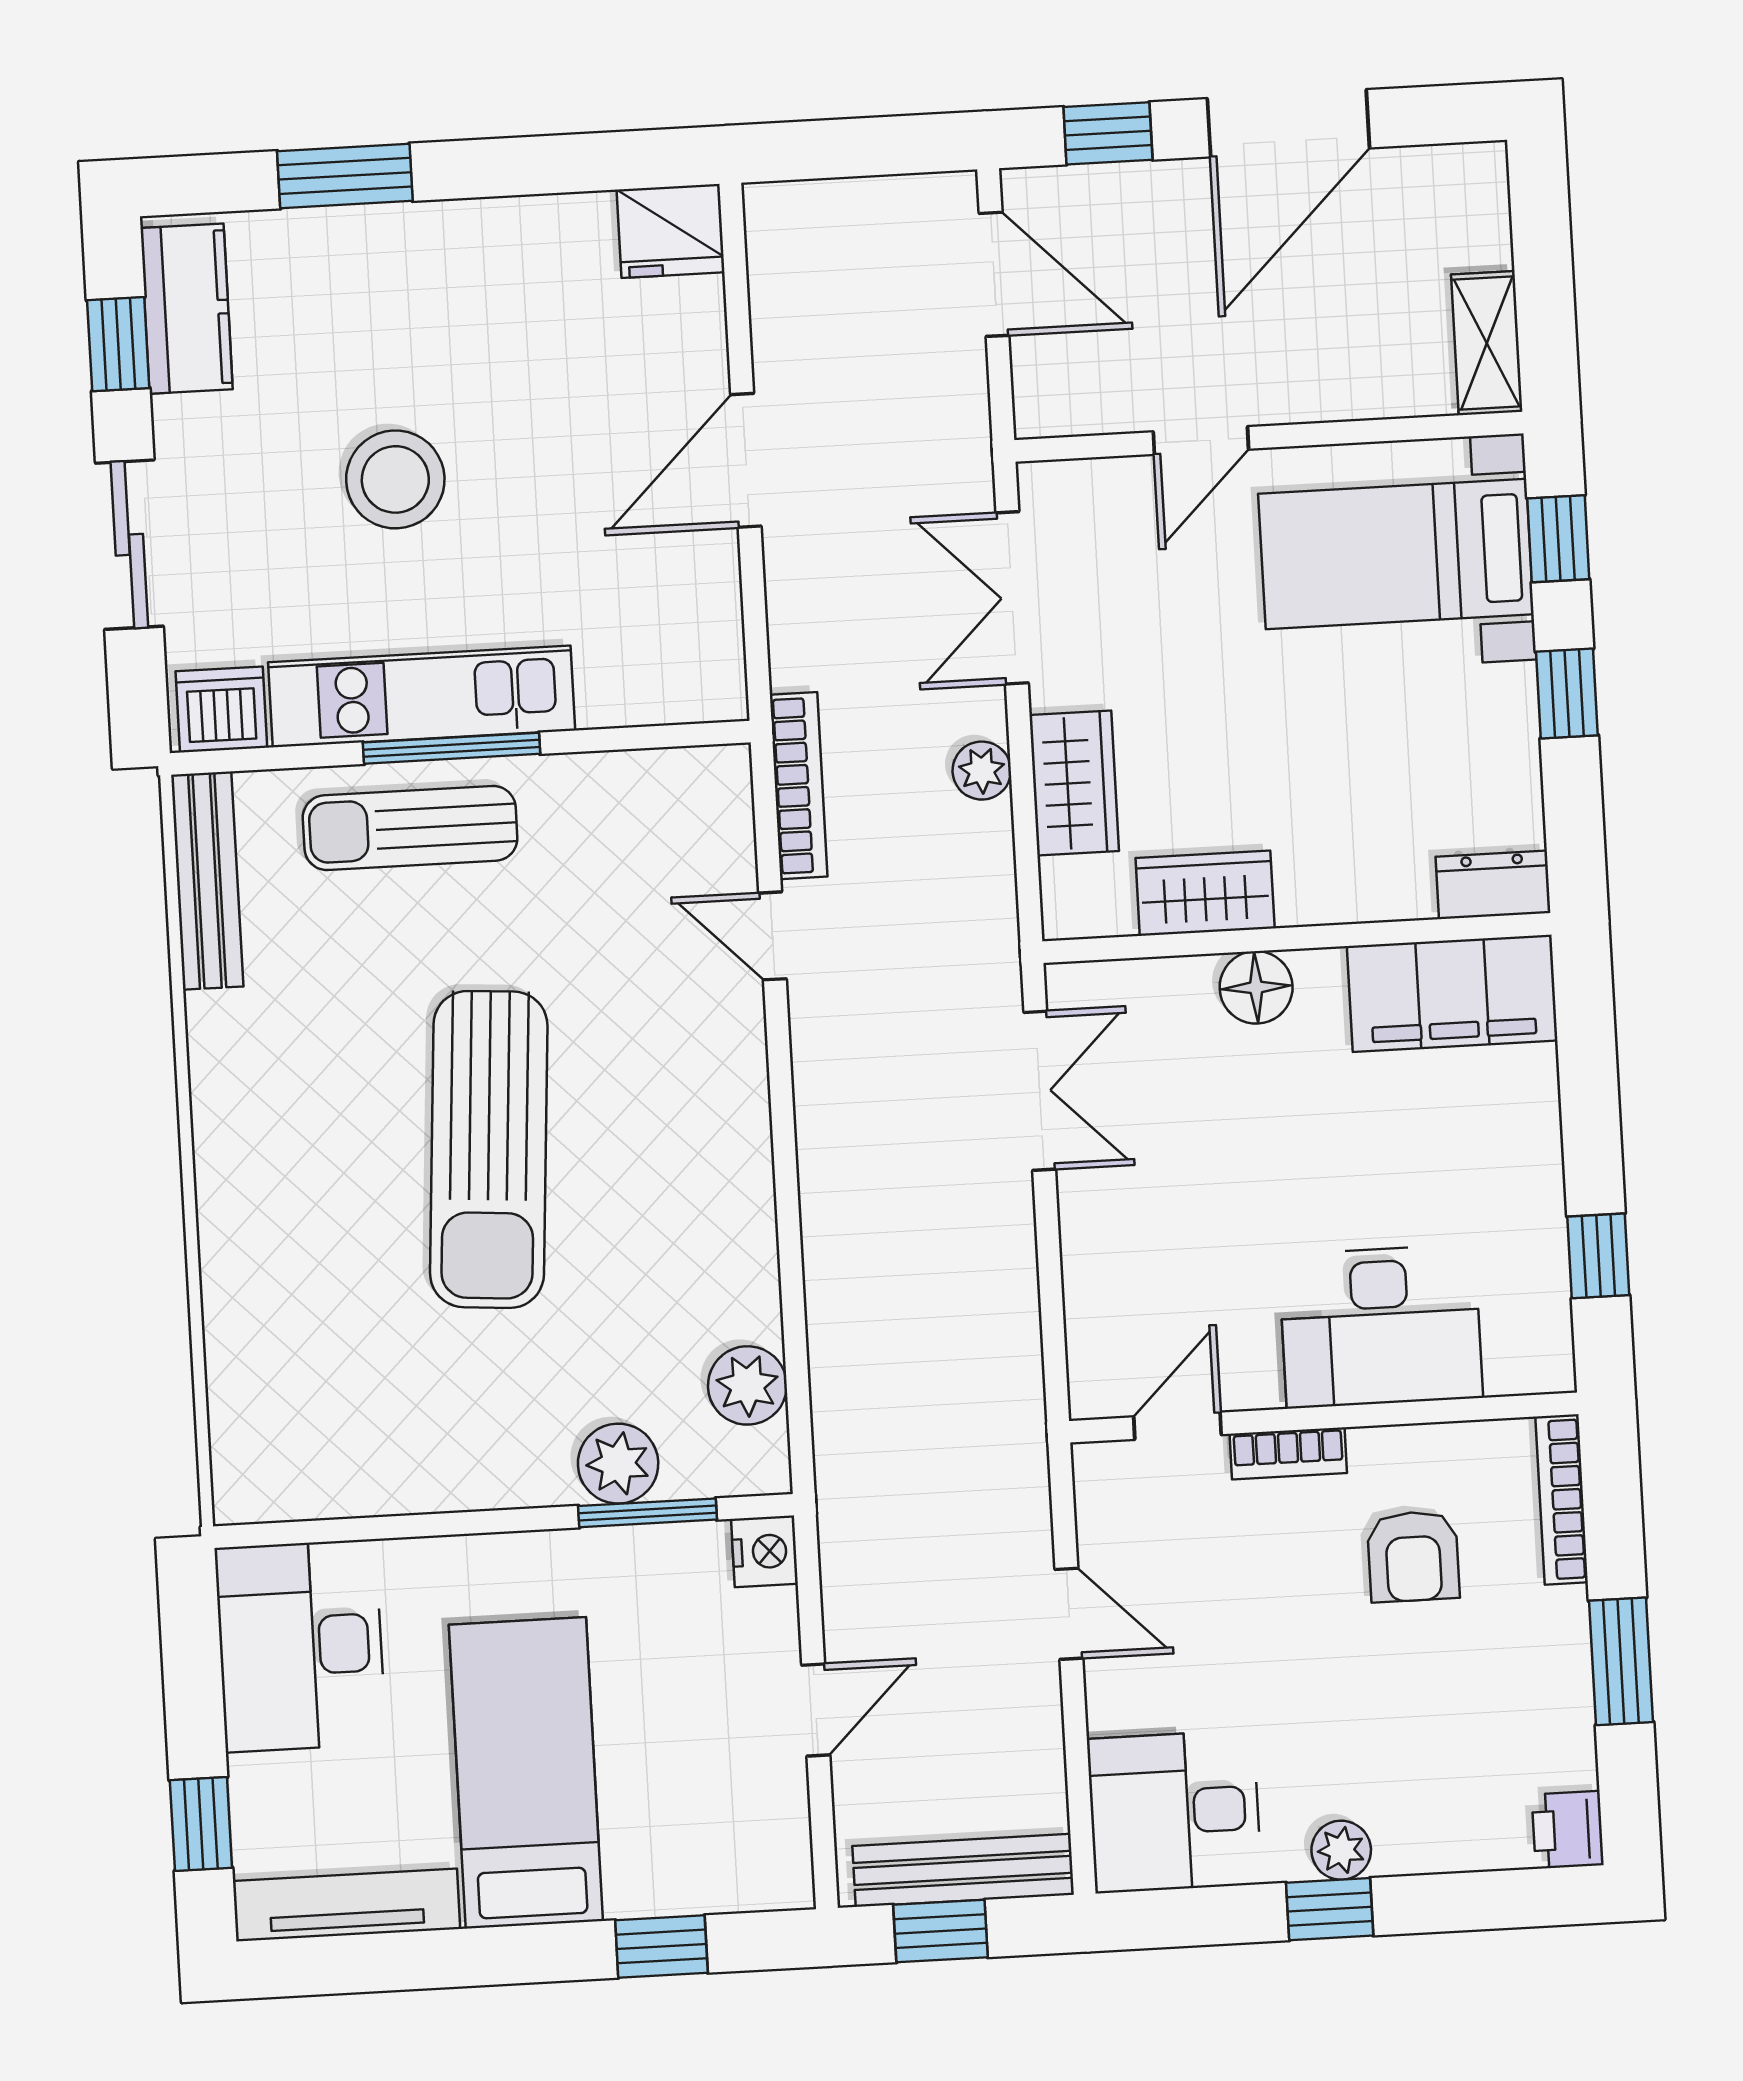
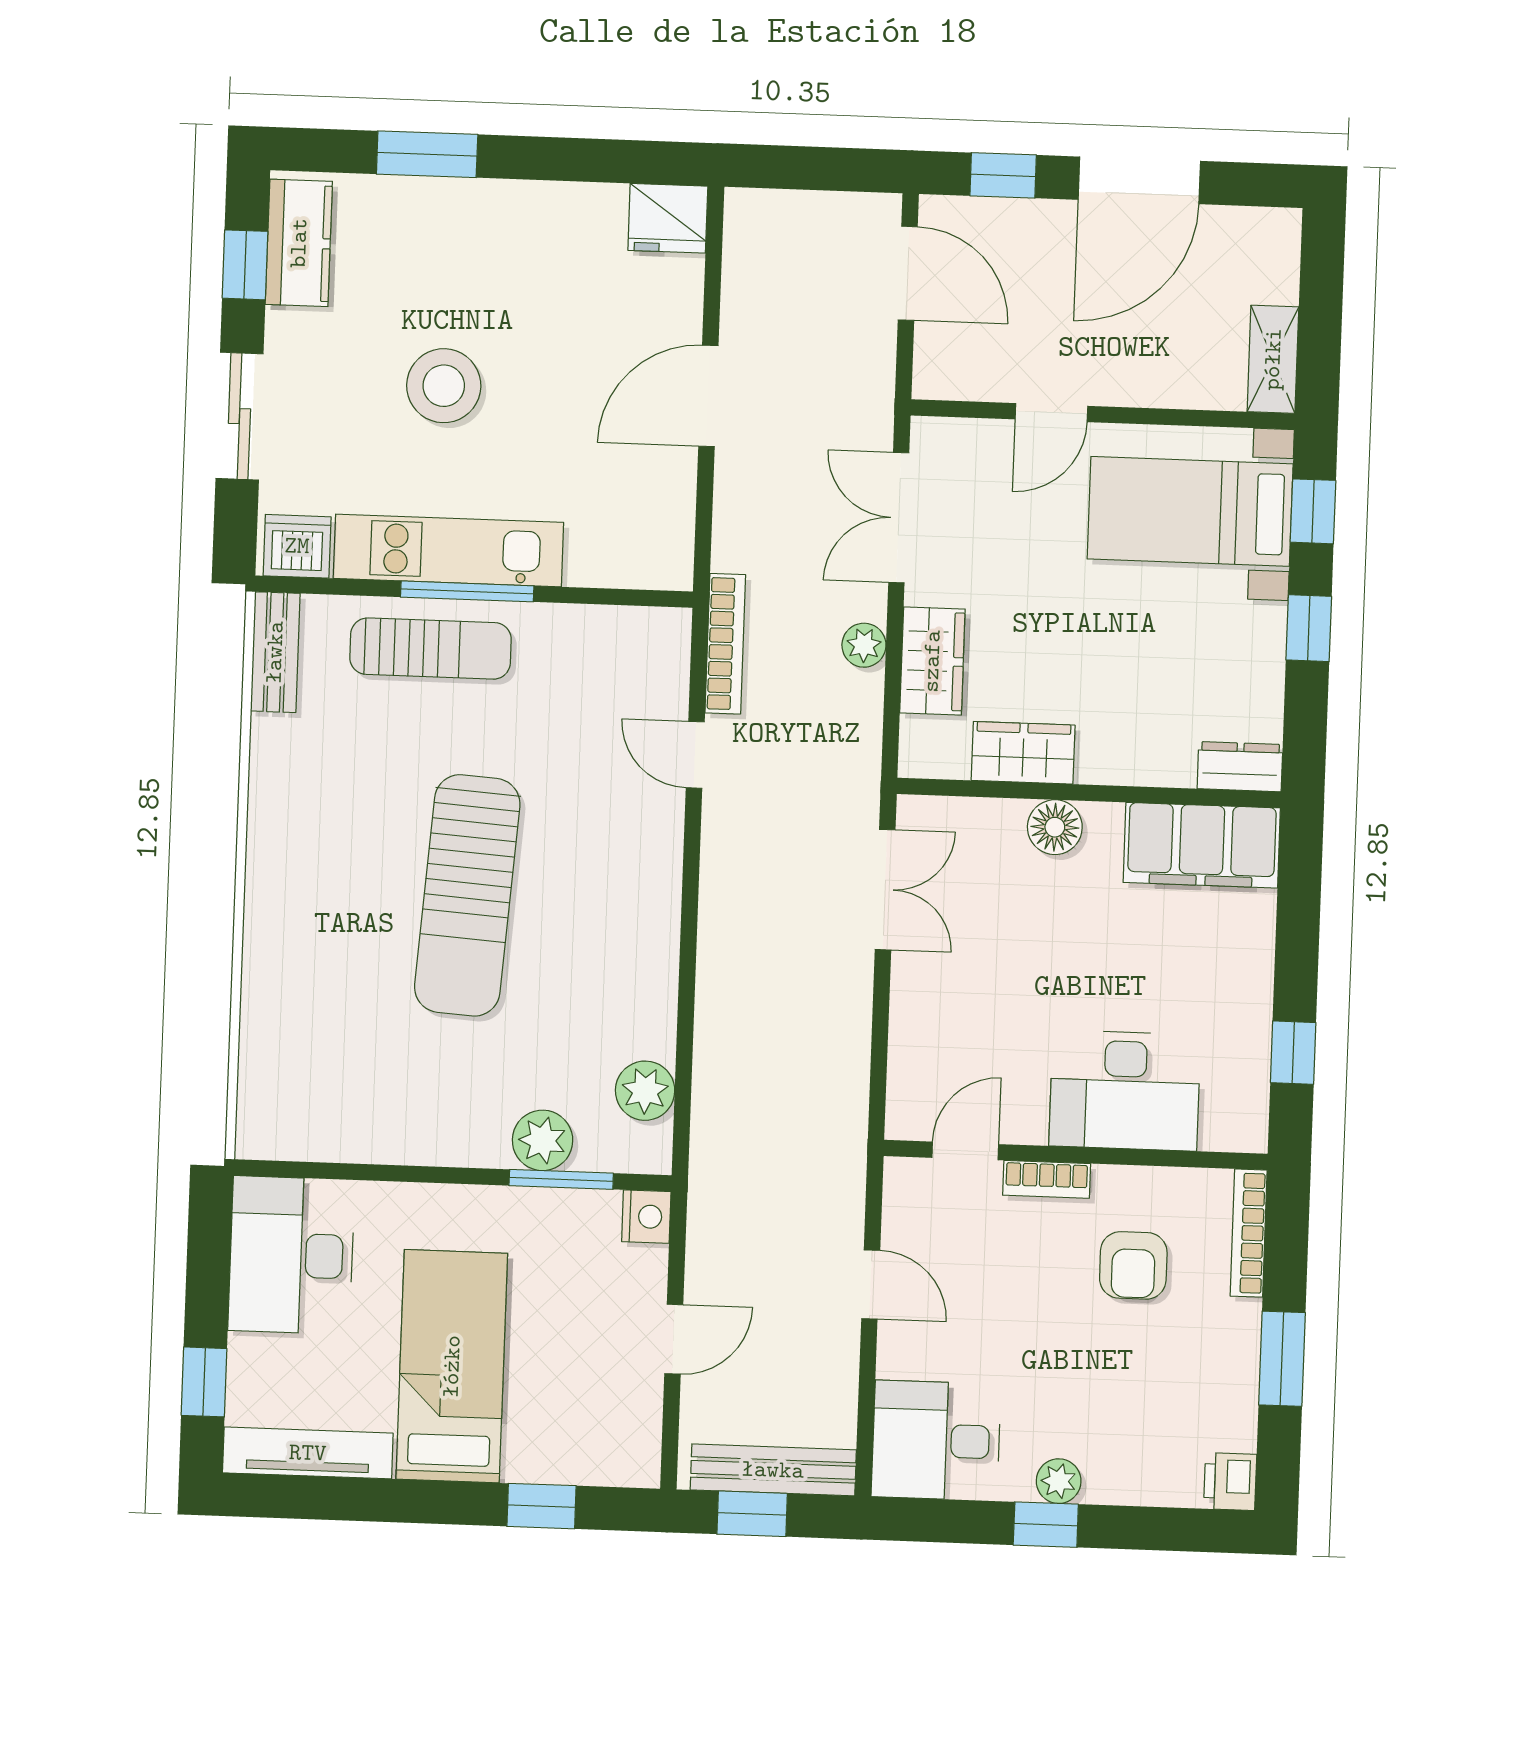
sun lounger: (410, 828) -> (431, 649), turned 180
bench: (207, 881) -> (275, 652), width x0.73

